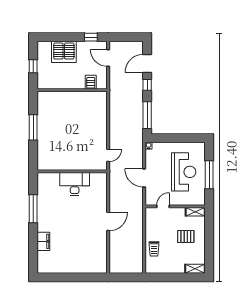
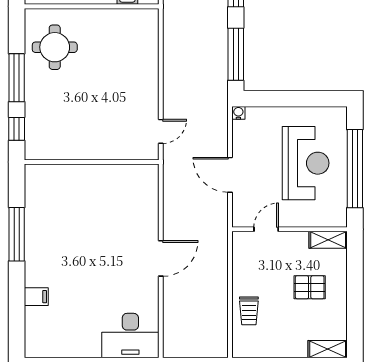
round table: (53, 111) -> (55, 47), added
window: (33, 154) -> (17, 129), added
window: (209, 175) -> (355, 169), width x1.46
desk: (75, 184) -> (130, 336), moved, turned 180
filing cabinet: (43, 241) -> (36, 297), width x0.50

